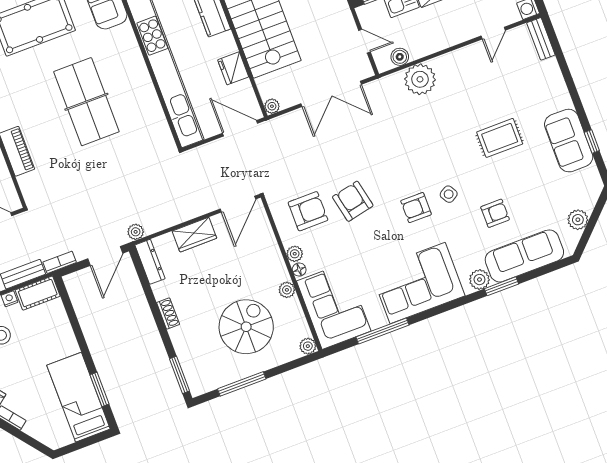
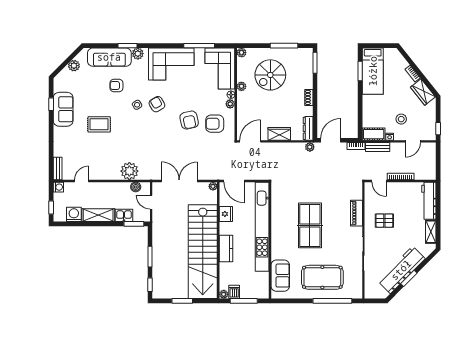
armchair: (416, 208) -> (157, 104), turned -120

